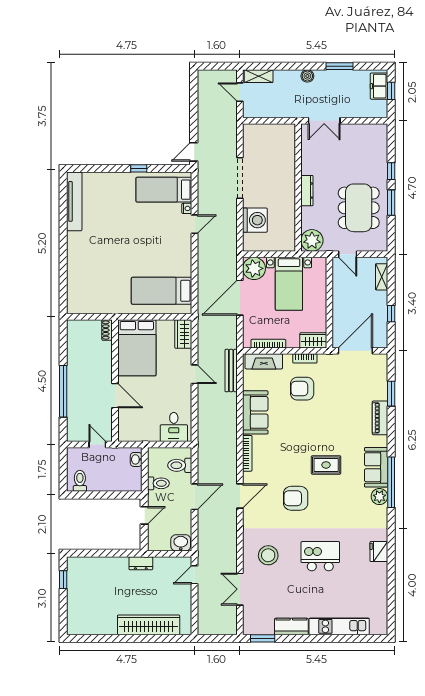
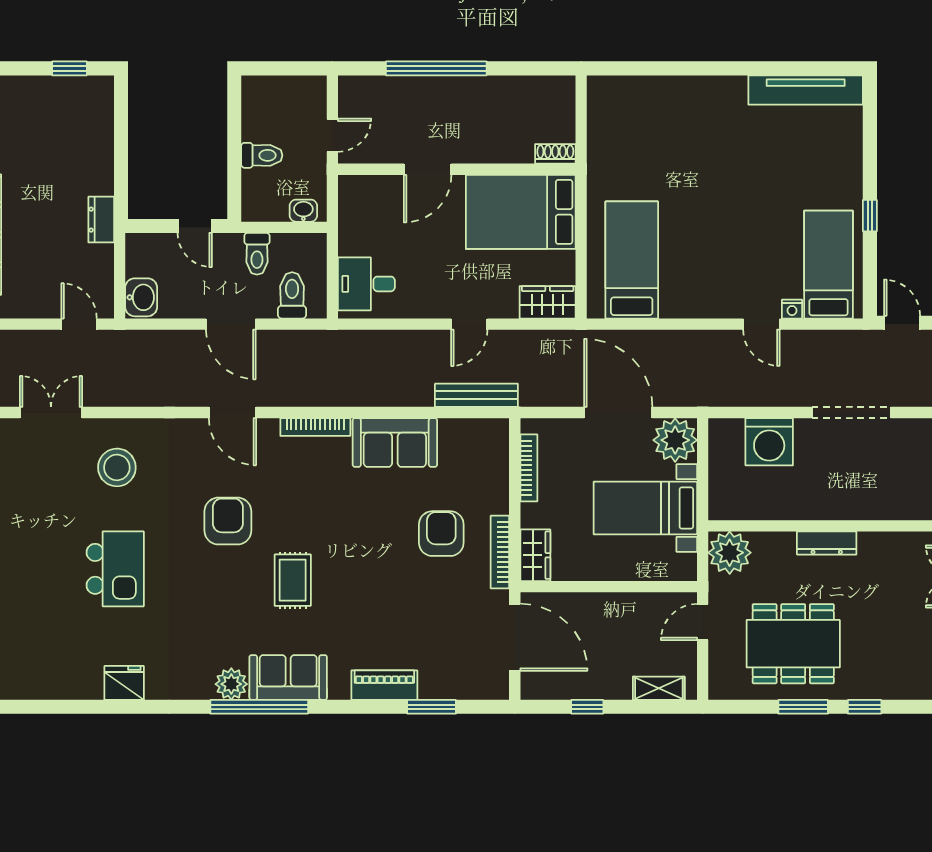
bookcase: (305, 358) -> (500, 552), width x1.56
fireplace: (264, 361) -> (494, 459), removed
toilet: (80, 481) -> (262, 155), moved

